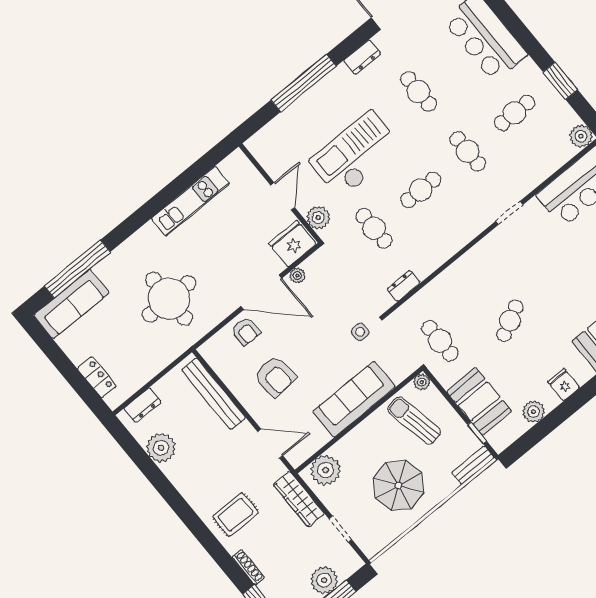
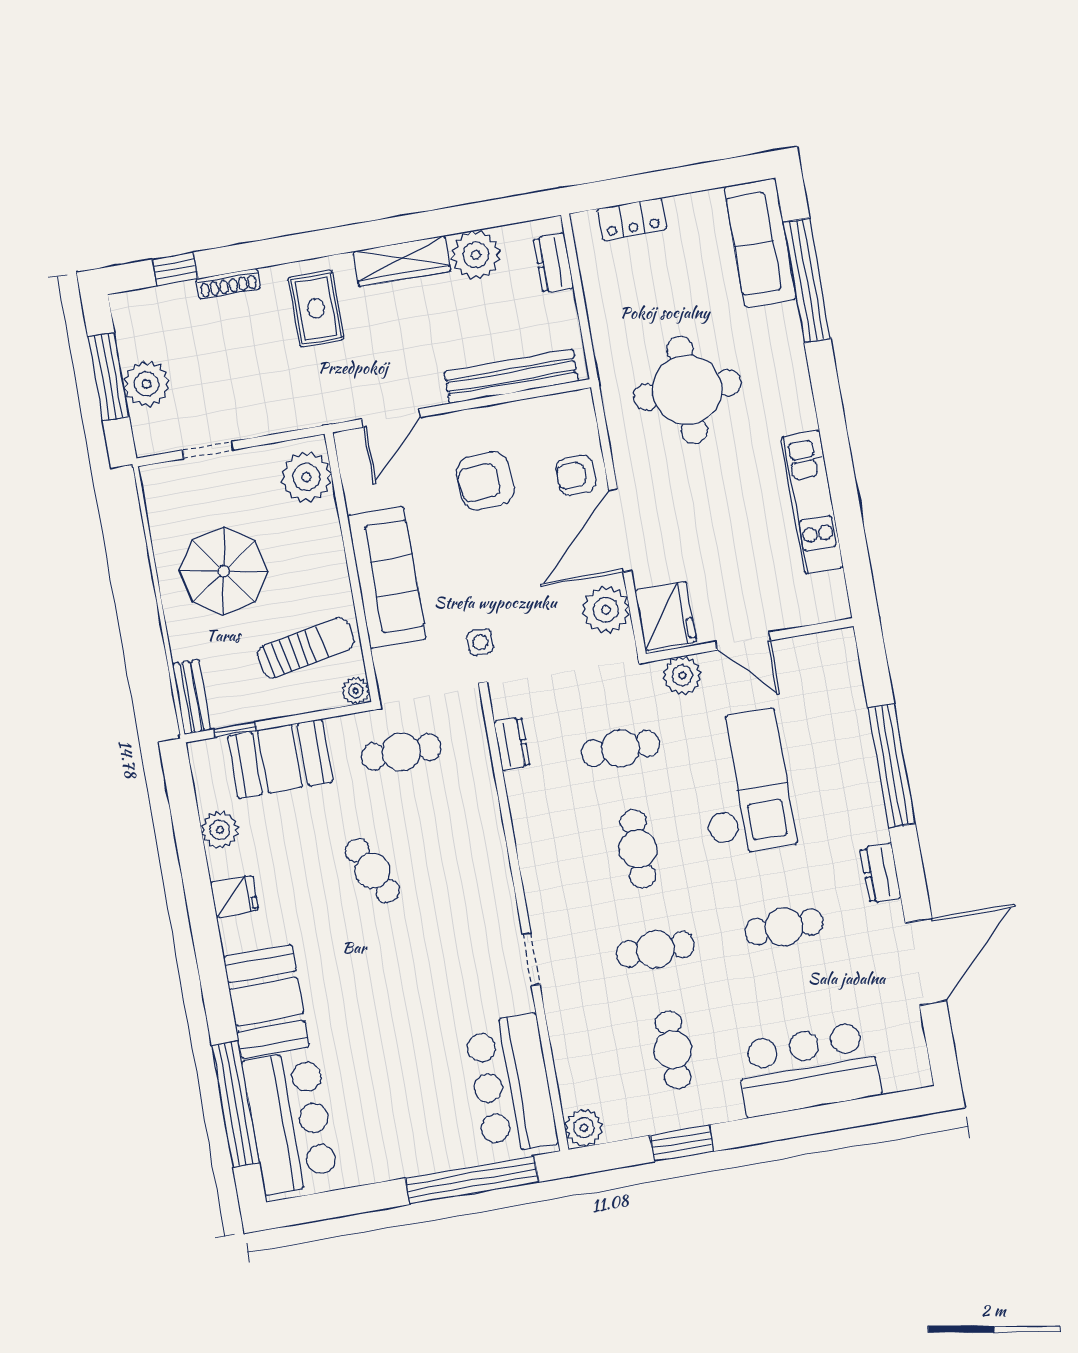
plant: (297, 276) -> (606, 610), width x1.88, depth x1.88
wardrobe: (299, 499) -> (402, 261), moved, turned 180

